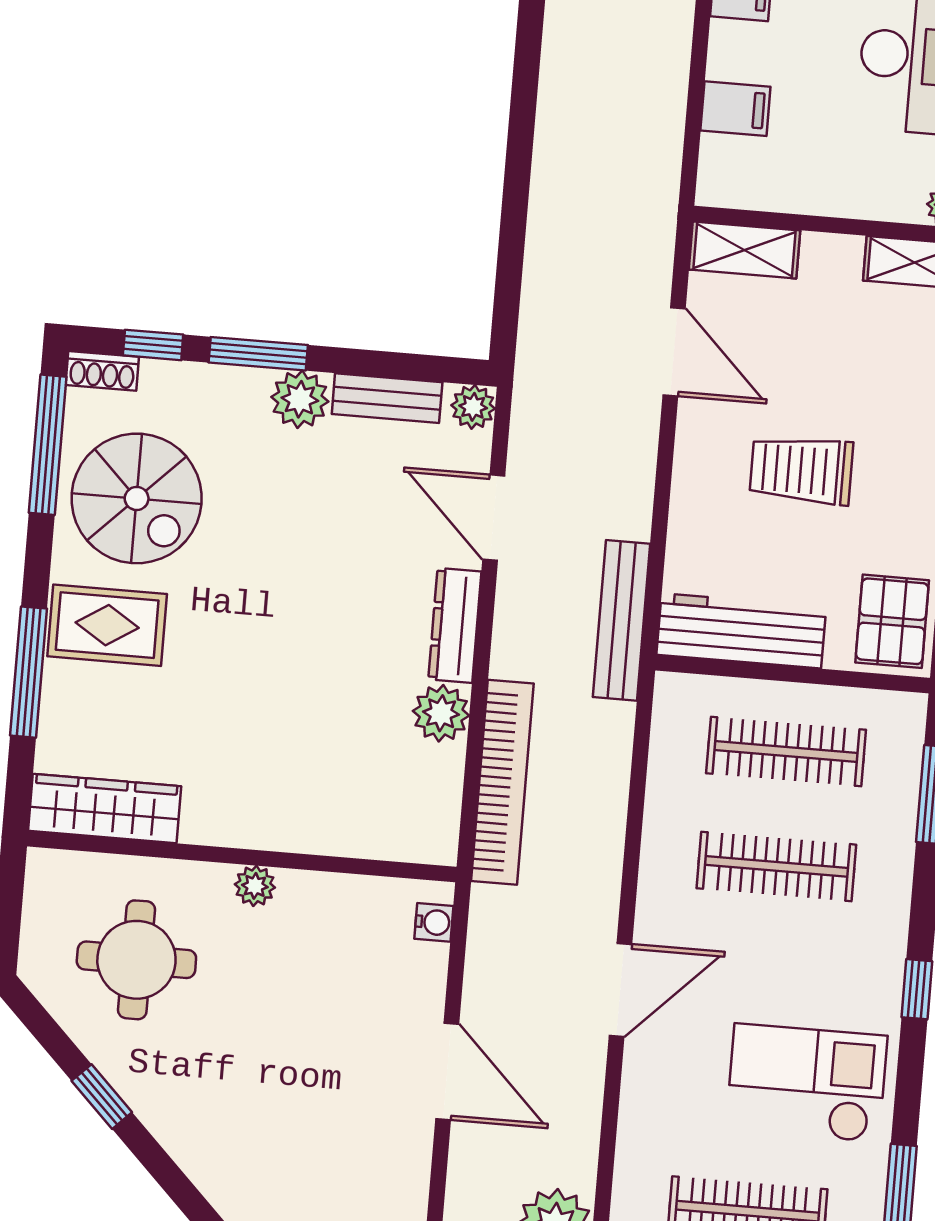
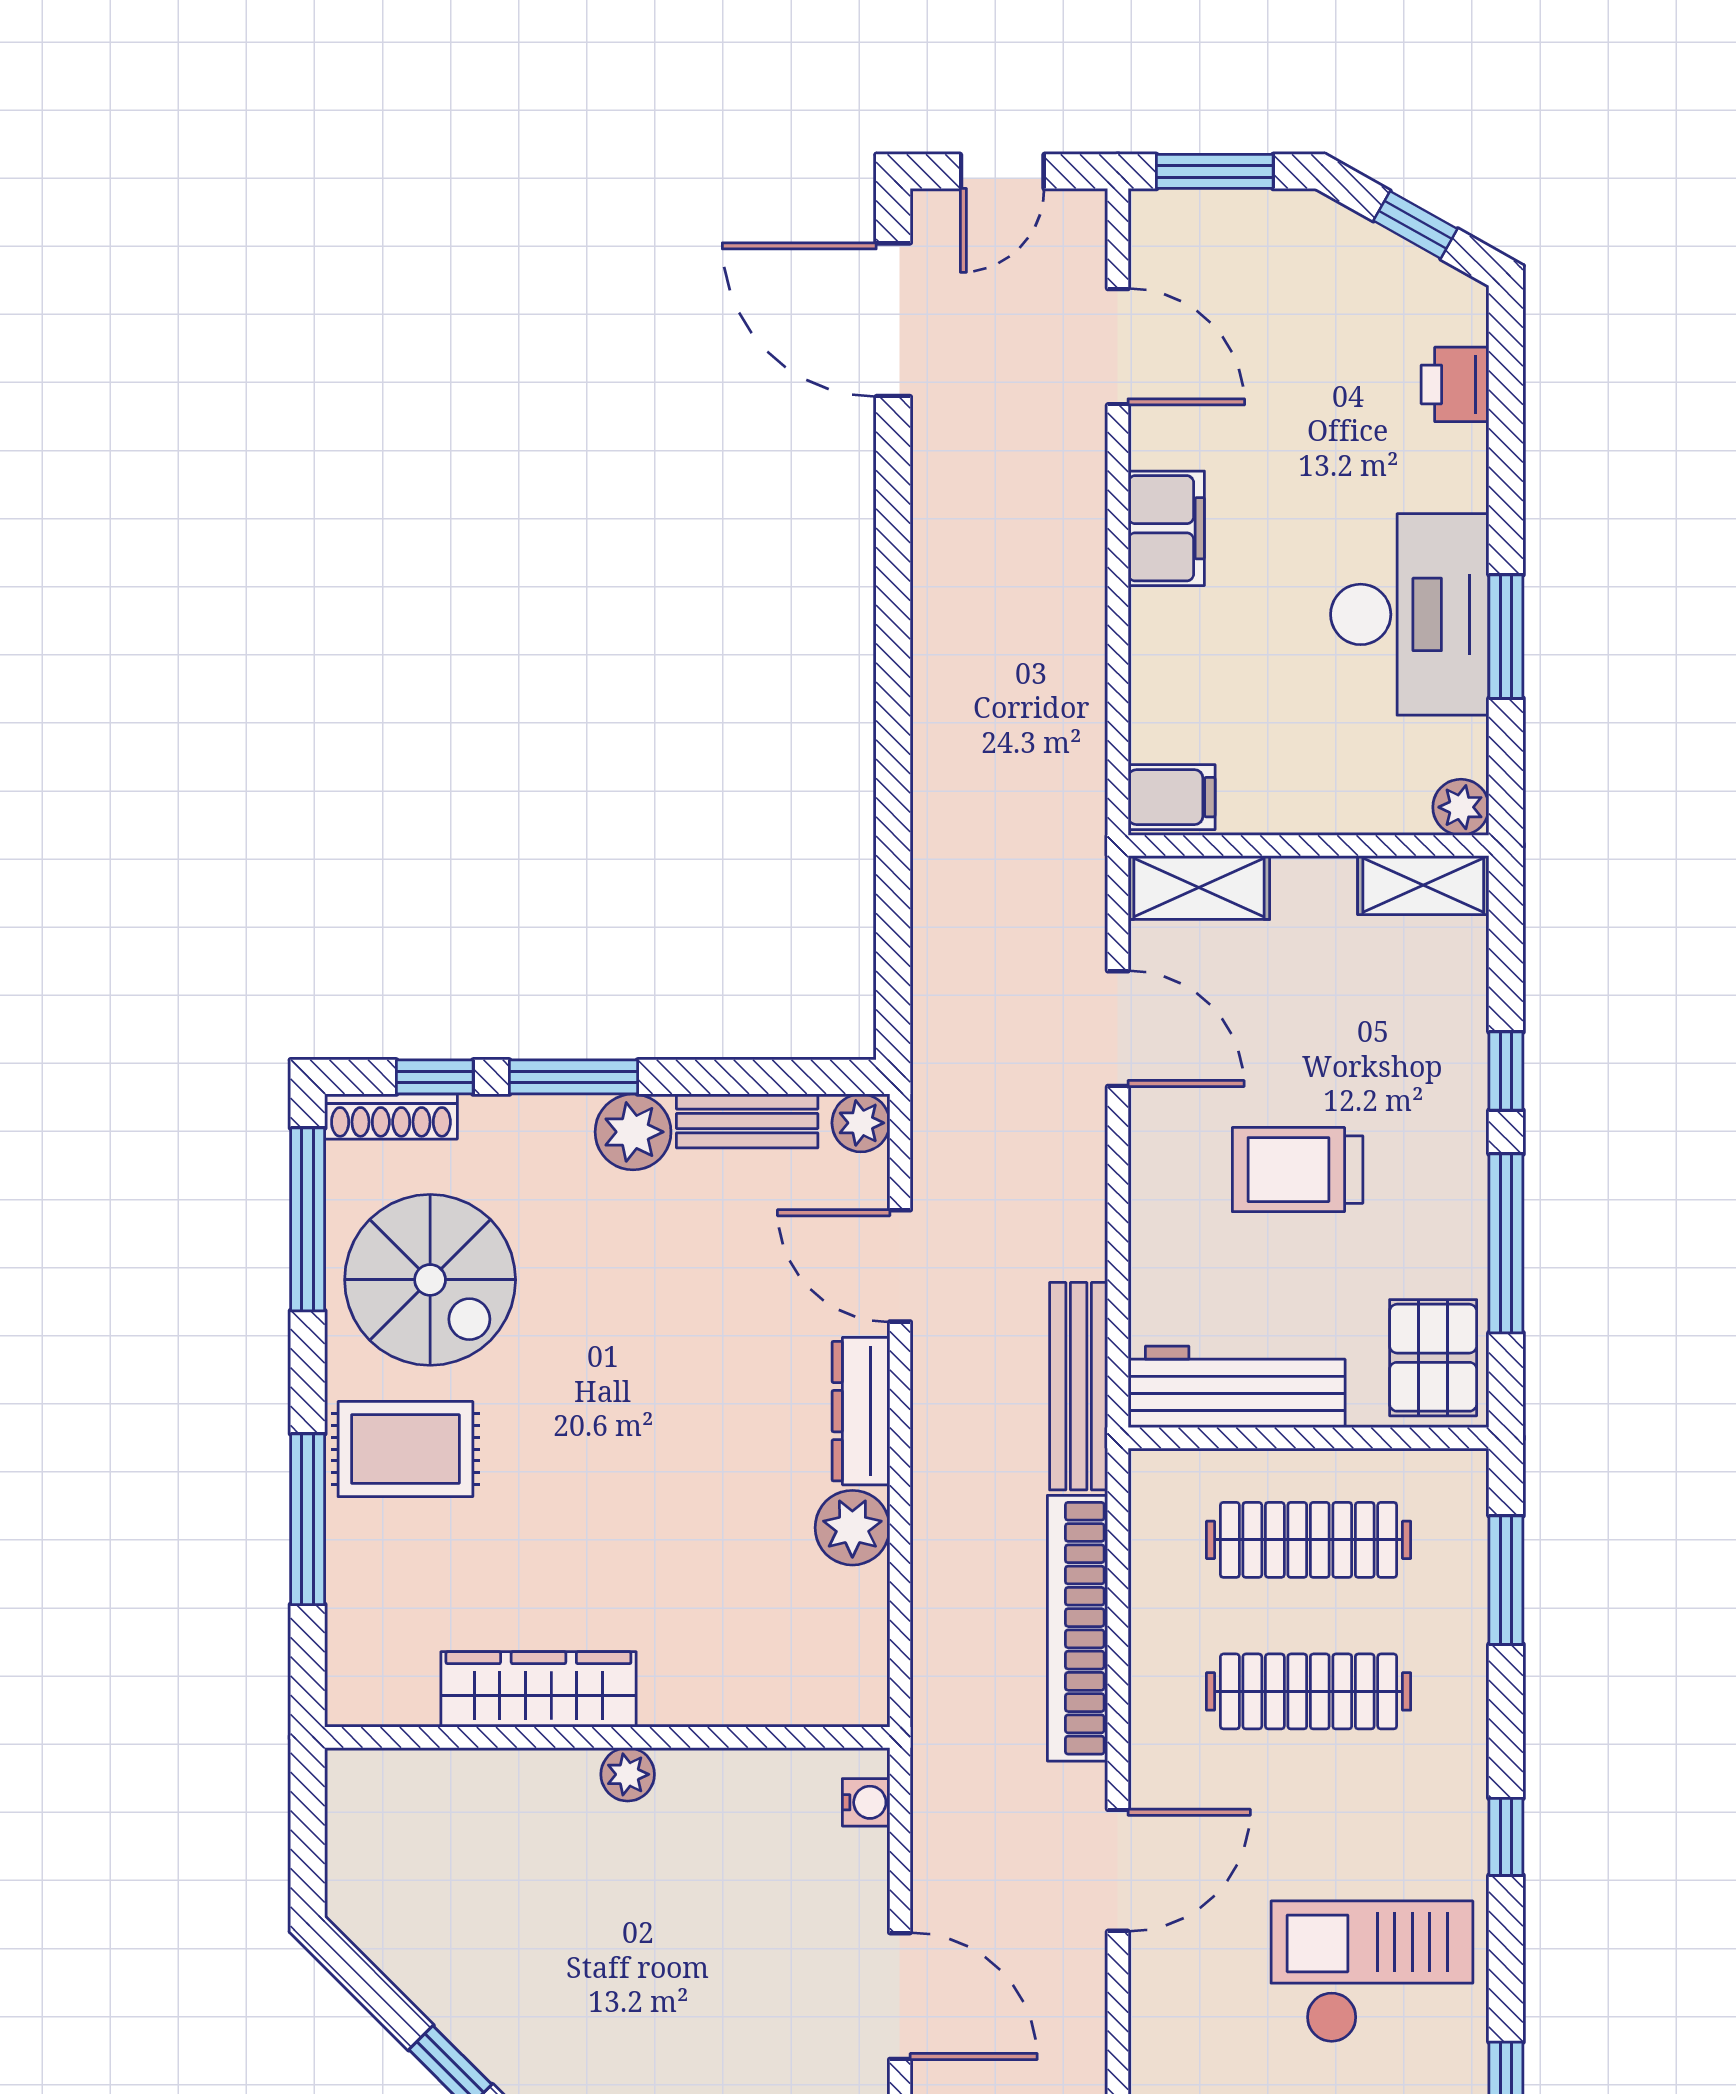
filing cabinet: (735, 109) -> (1172, 797), moved
shoe rack: (102, 371) -> (391, 1117), width x1.43
bookcase: (502, 782) -> (1077, 1628), moved, turned 180
wardrobe: (105, 808) -> (538, 1689), moved
round table: (136, 960) -> (481, 1884), removed

